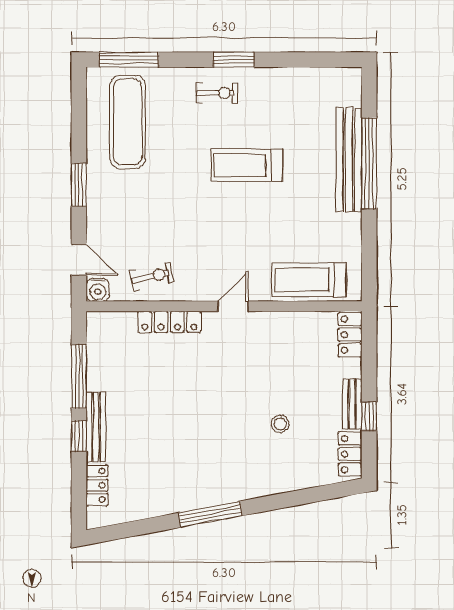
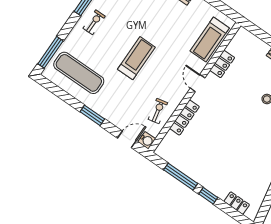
treadmill: (247, 165) -> (136, 58), moved, turned 180
locker: (350, 335) -> (222, 64), moved, turned -90
bench: (96, 427) -> (210, 185), removed

